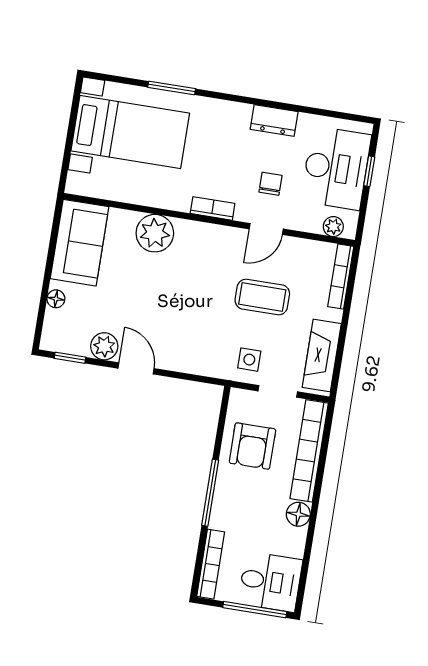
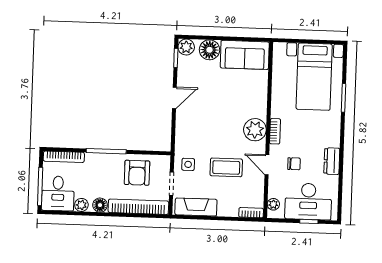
plant: (155, 233) -> (255, 130), moved
bookcase: (341, 277) -> (251, 213), width x0.64
coffee table: (262, 297) -> (226, 167), turned 90
floor lamp: (56, 299) -> (210, 50), width x1.89, depth x1.89
plant: (104, 346) -> (186, 47), moved
armchair: (252, 446) -> (137, 173), turned -90
plant: (294, 545) -> (81, 205), added

